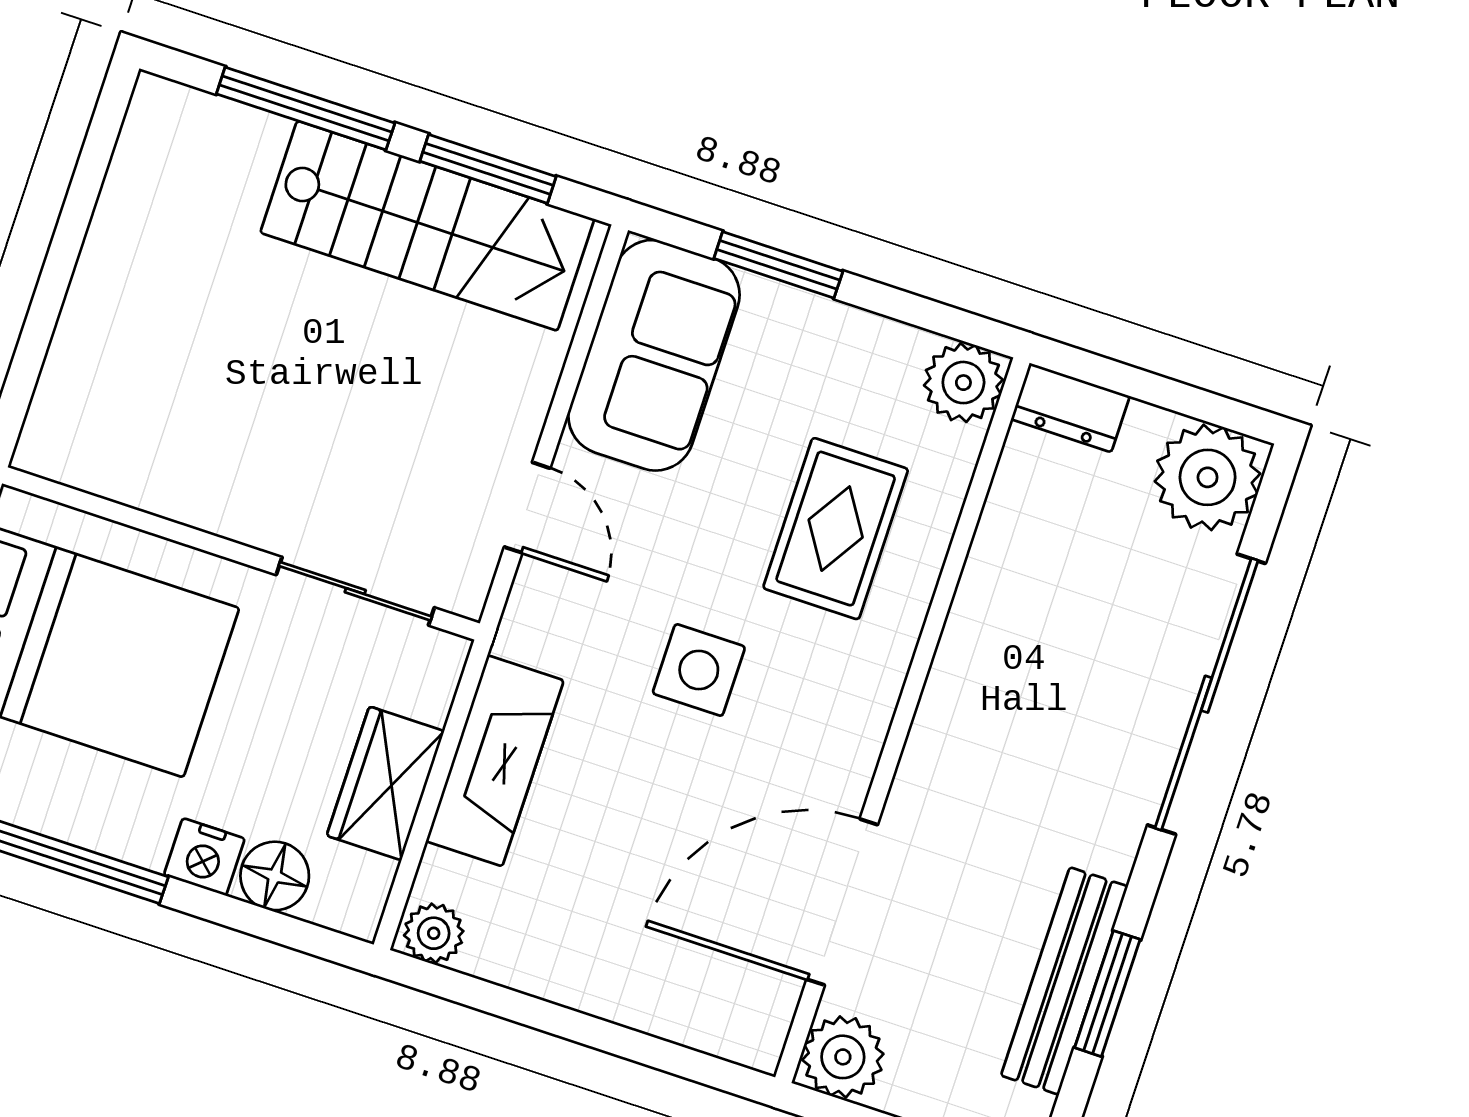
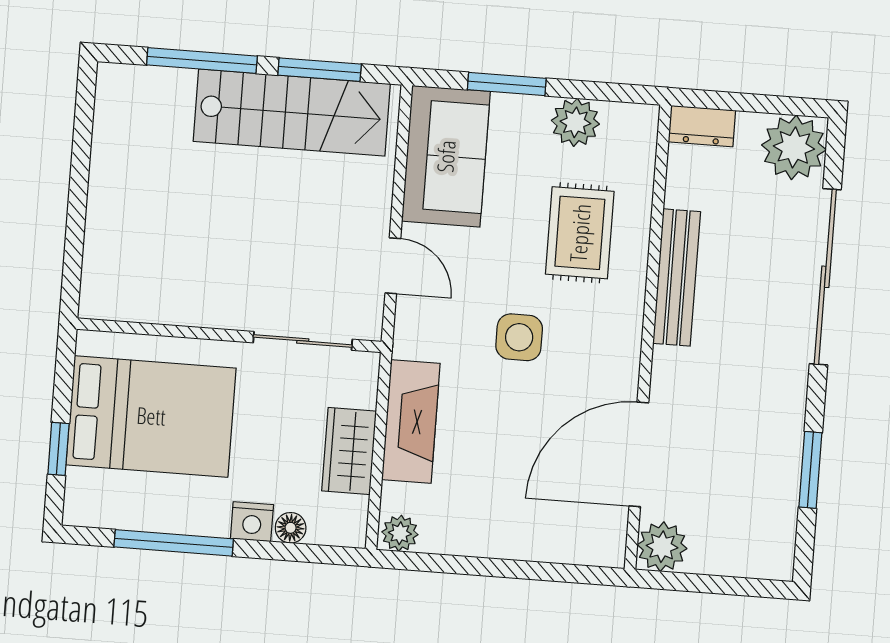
plant: (963, 383) -> (575, 122), moved
floor lamp: (275, 876) -> (291, 528), width x0.73, depth x0.73
bench: (1064, 981) -> (677, 277), moved

